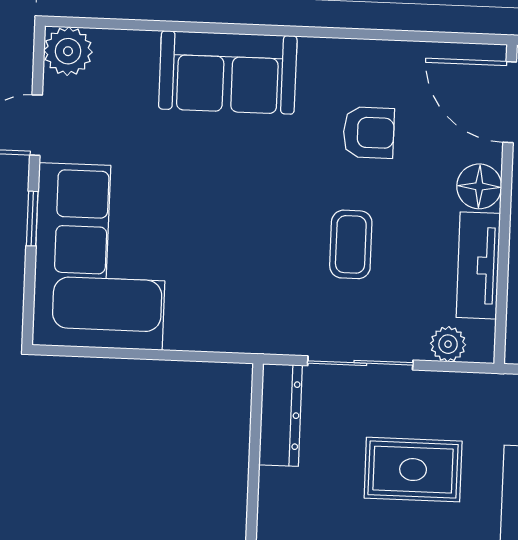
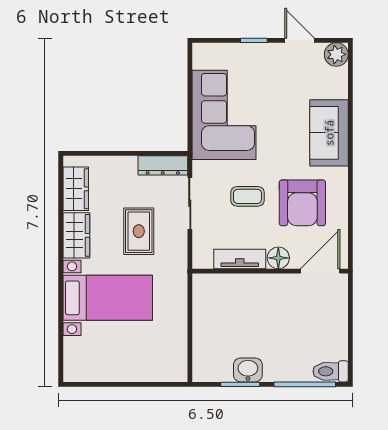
armchair: (369, 133) -> (302, 203), width x1.88, depth x1.88
corner sofa: (101, 256) -> (224, 115), moved, turned -90
plant: (448, 344) -> (201, 246), removed

